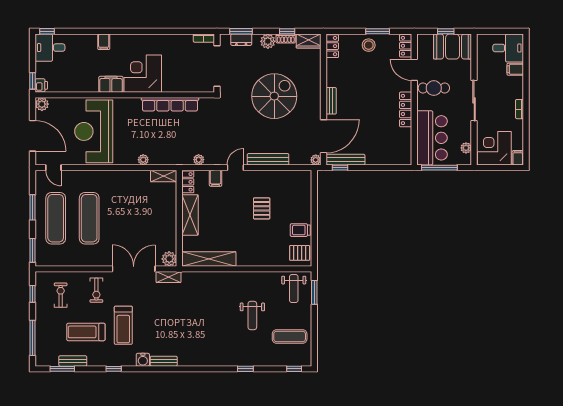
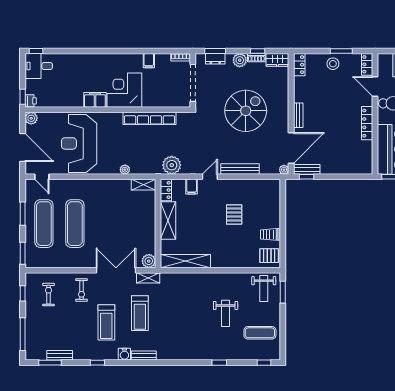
filing cabinet: (104, 42) -> (149, 61), moved
plant: (199, 160) -> (172, 165), width x1.87, depth x1.87
bench: (345, 160) -> (307, 169), width x0.73
treadmill: (86, 332) -> (140, 313), moved, turned -90

